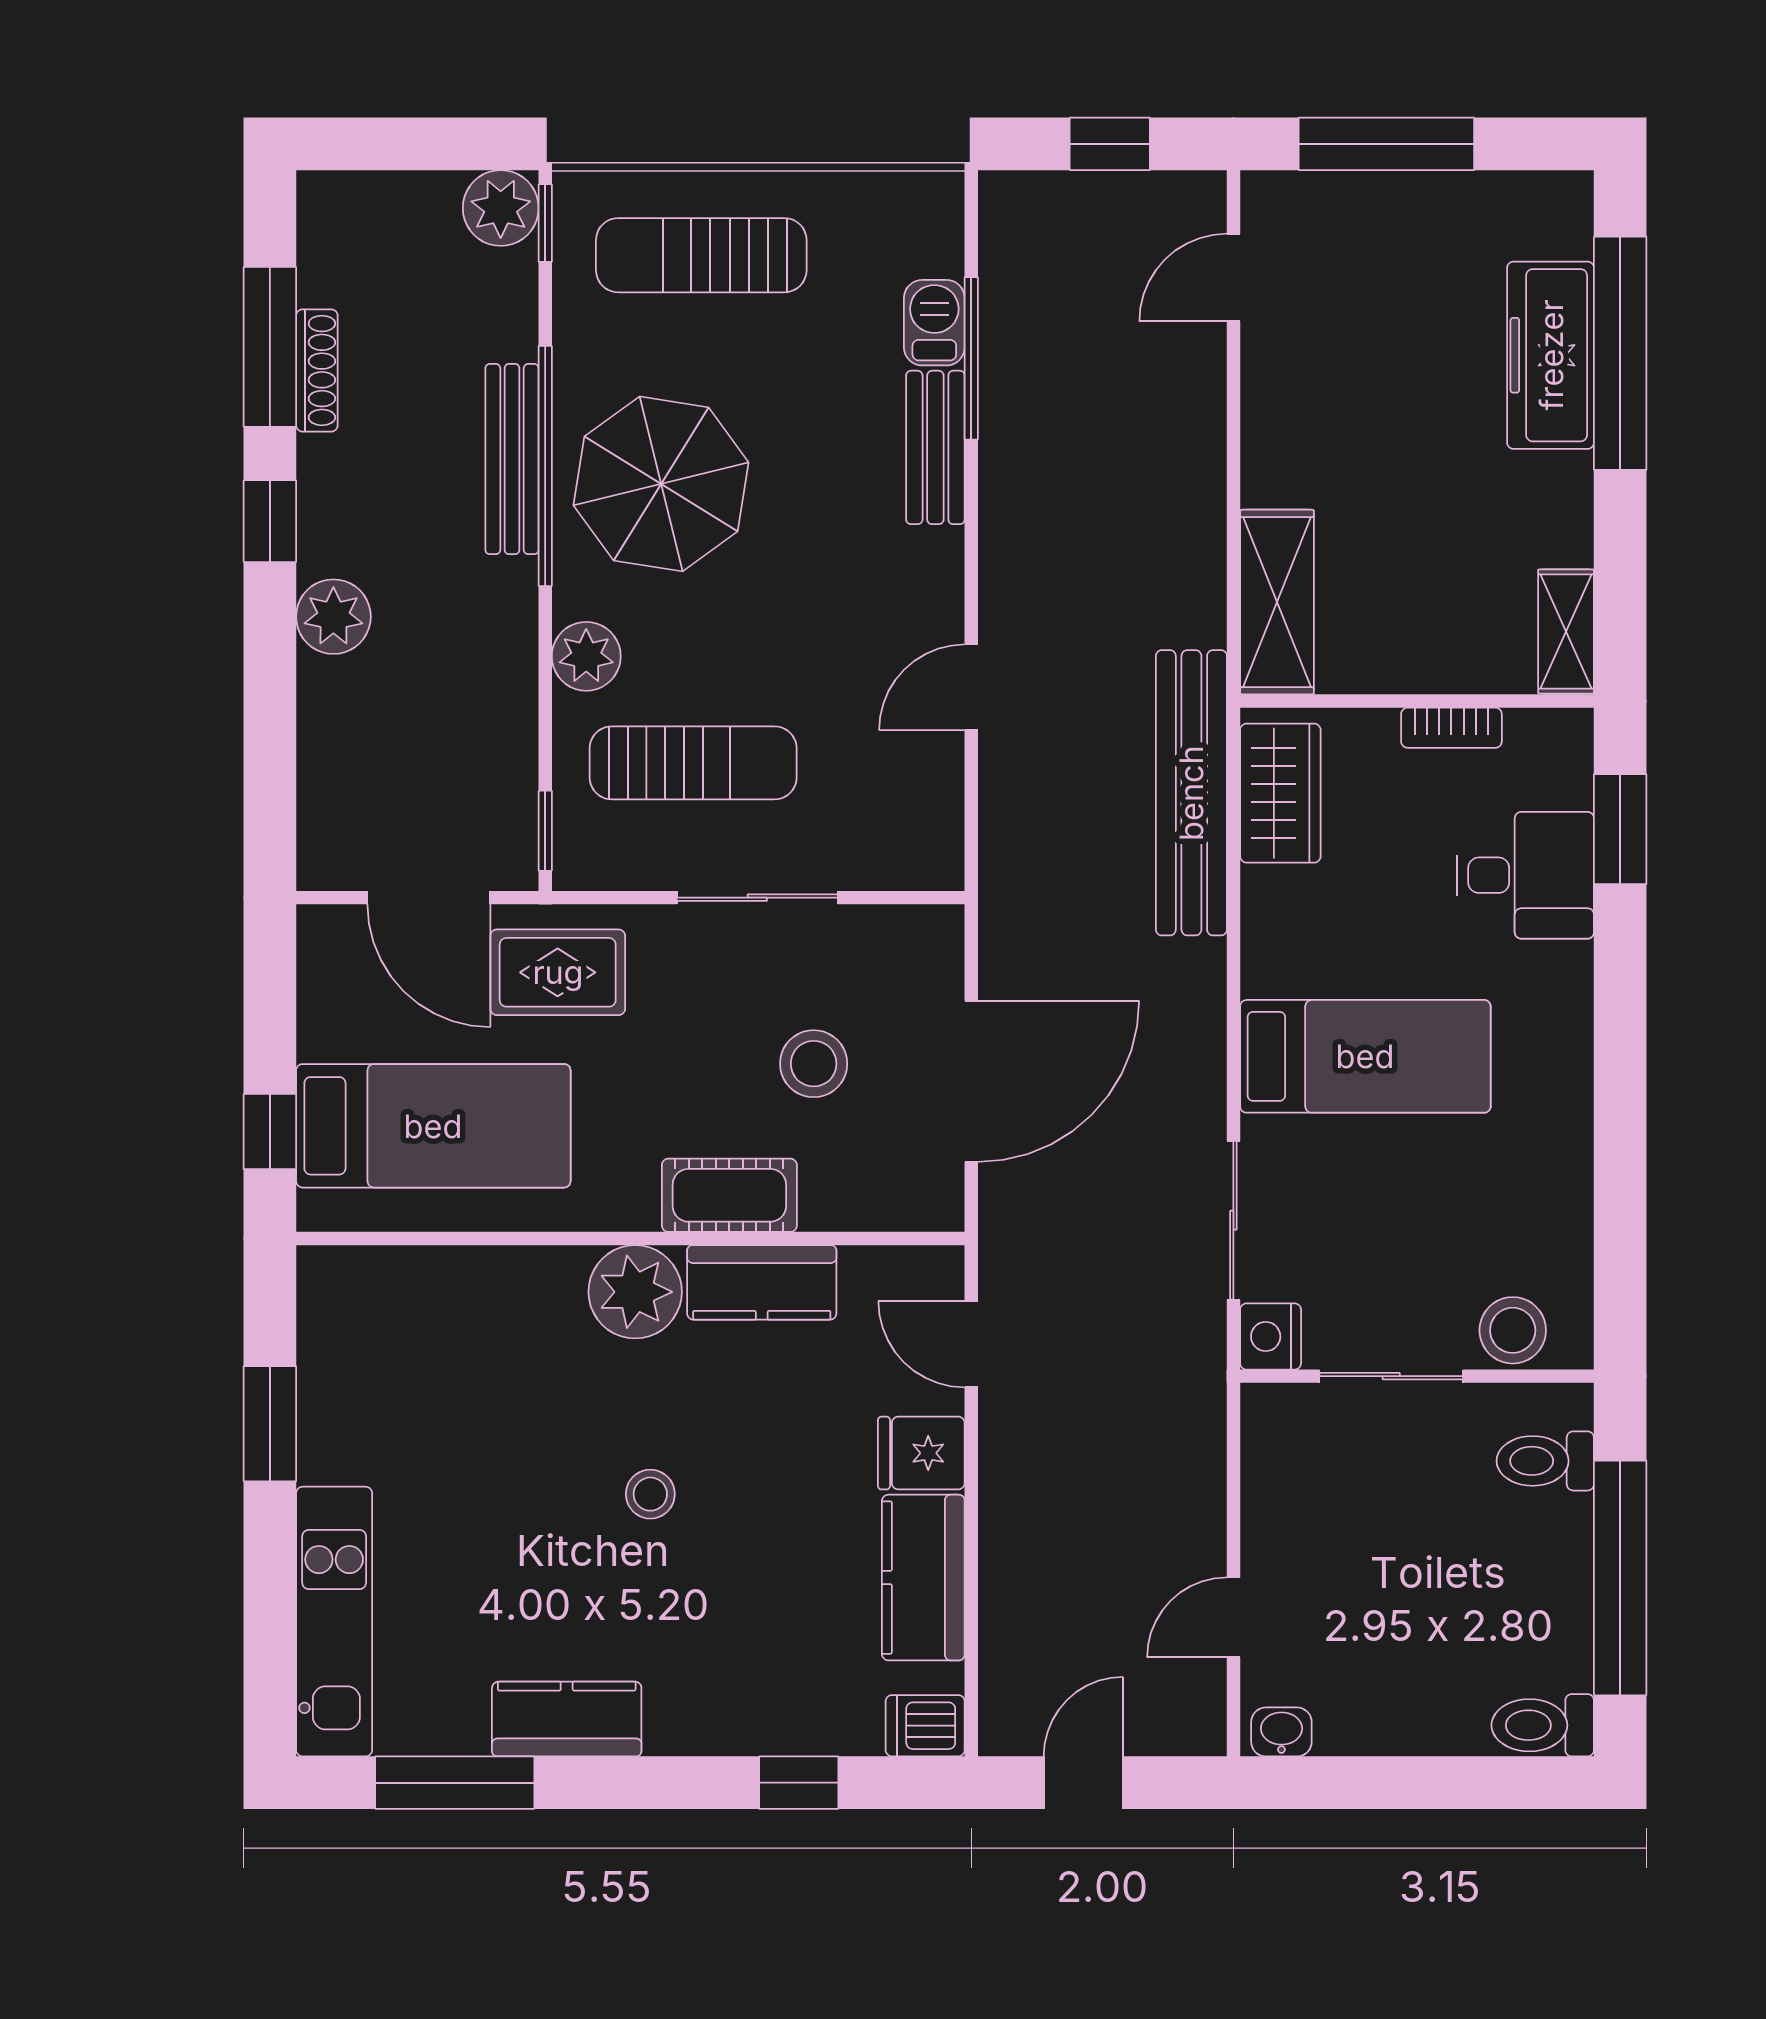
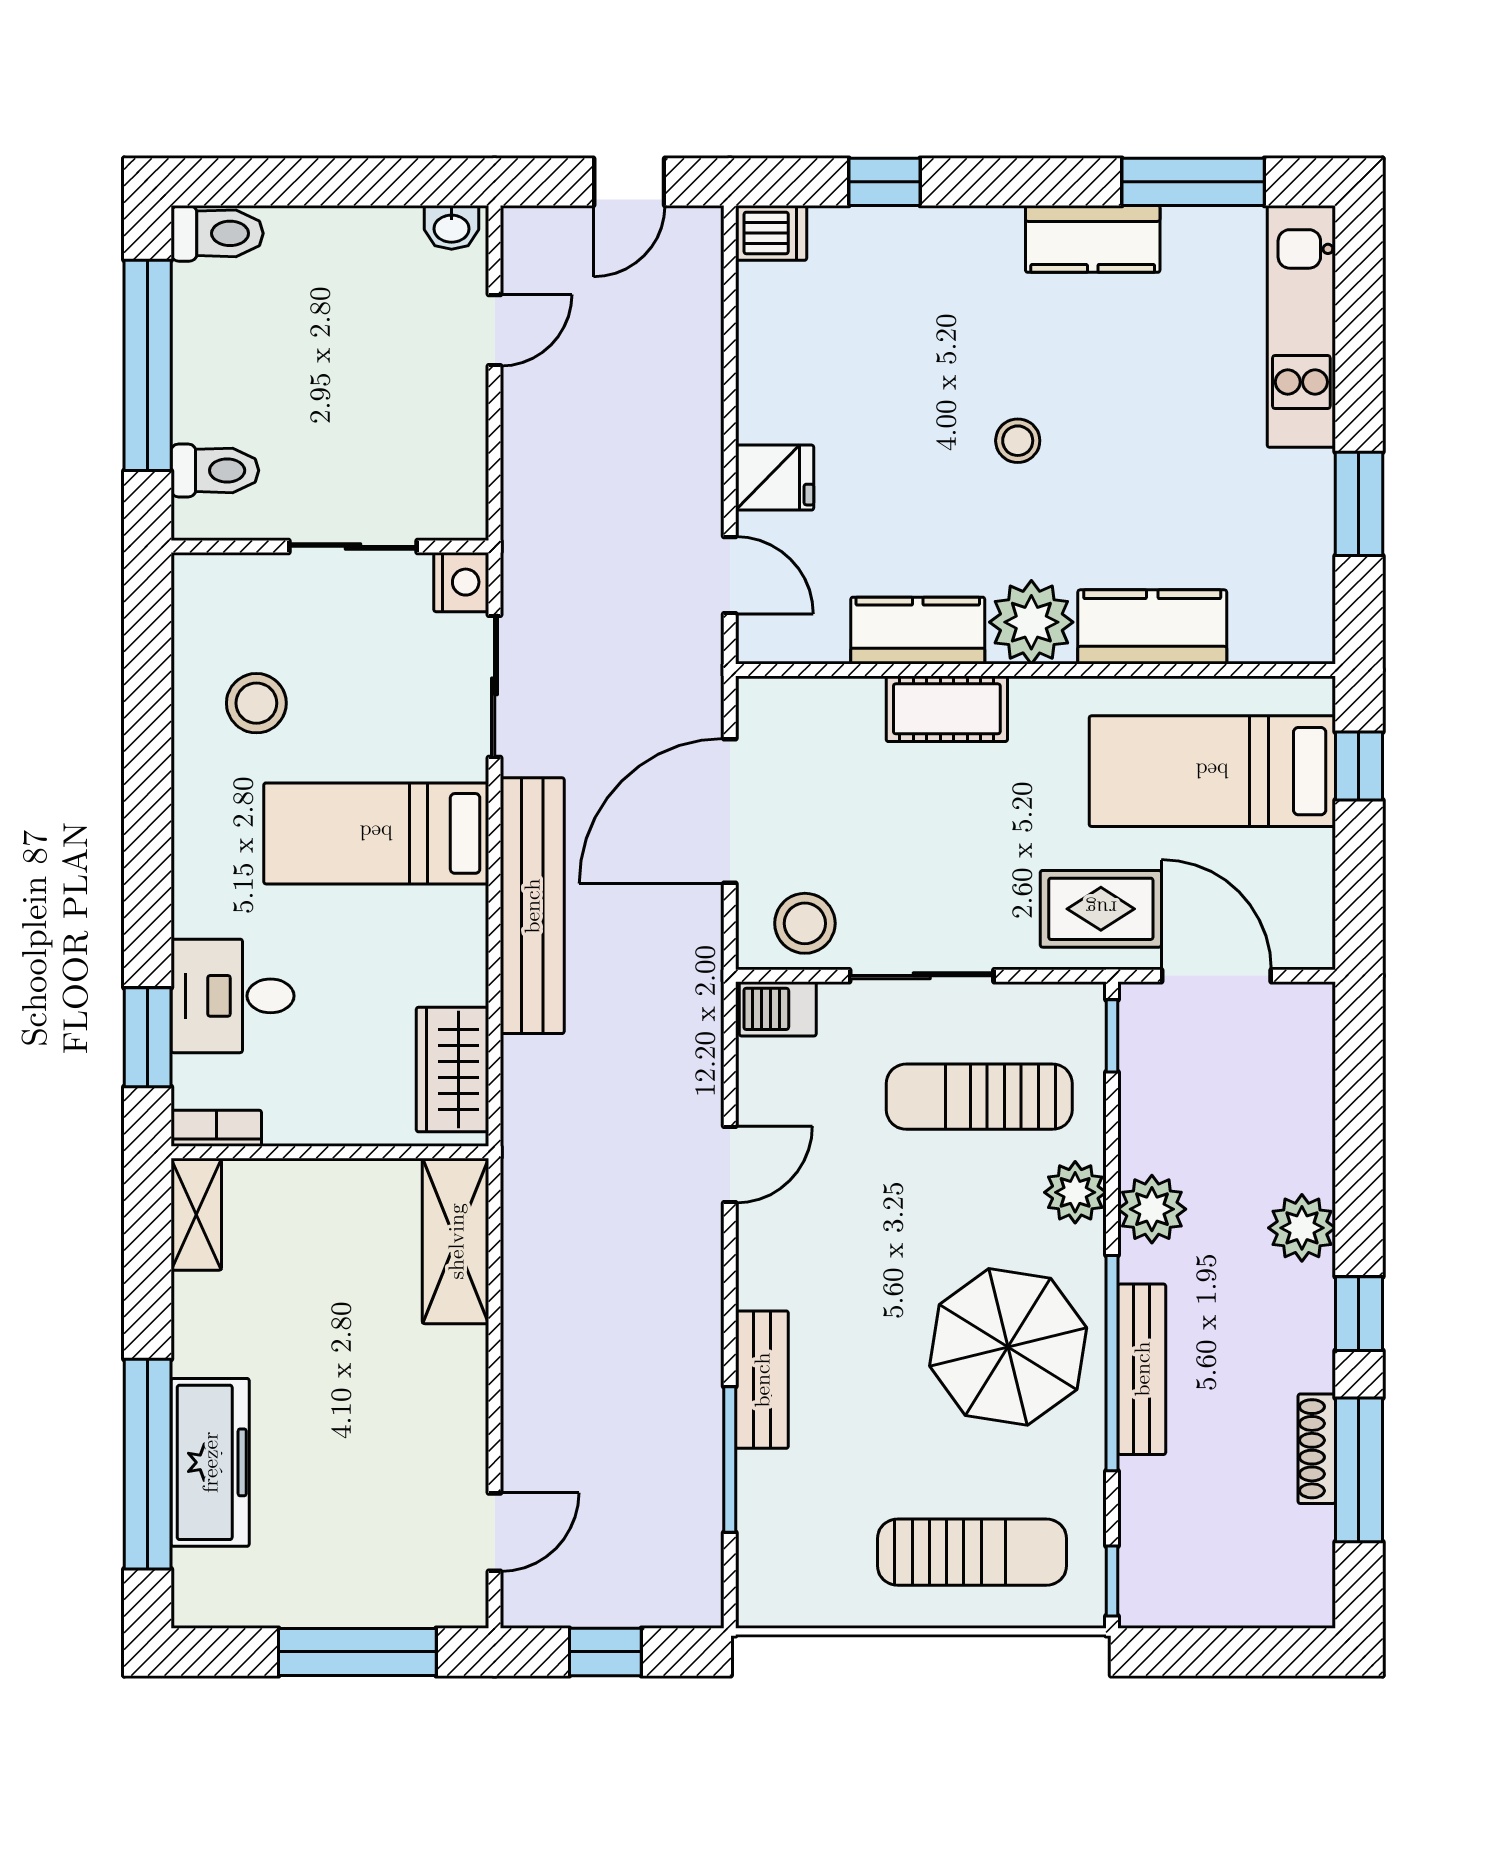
plant: (501, 208) -> (1152, 1209), moved
barbecue: (934, 323) -> (778, 1009), moved, turned 90
bookcase: (1451, 728) -> (216, 1128), moved
bench: (1191, 793) -> (532, 906), moved
stool: (814, 1064) -> (805, 923), moved
stool: (1513, 1330) -> (256, 703), moved
kitchen counter: (923, 1578) -> (1152, 627), moved, turned -90

